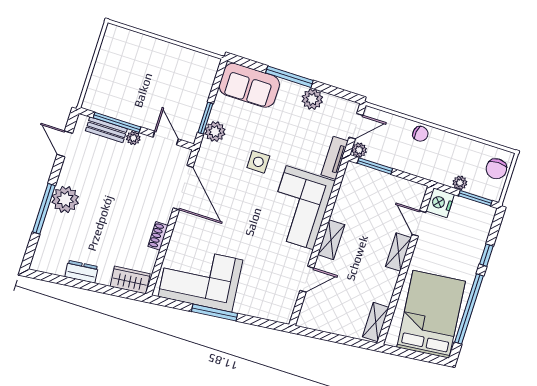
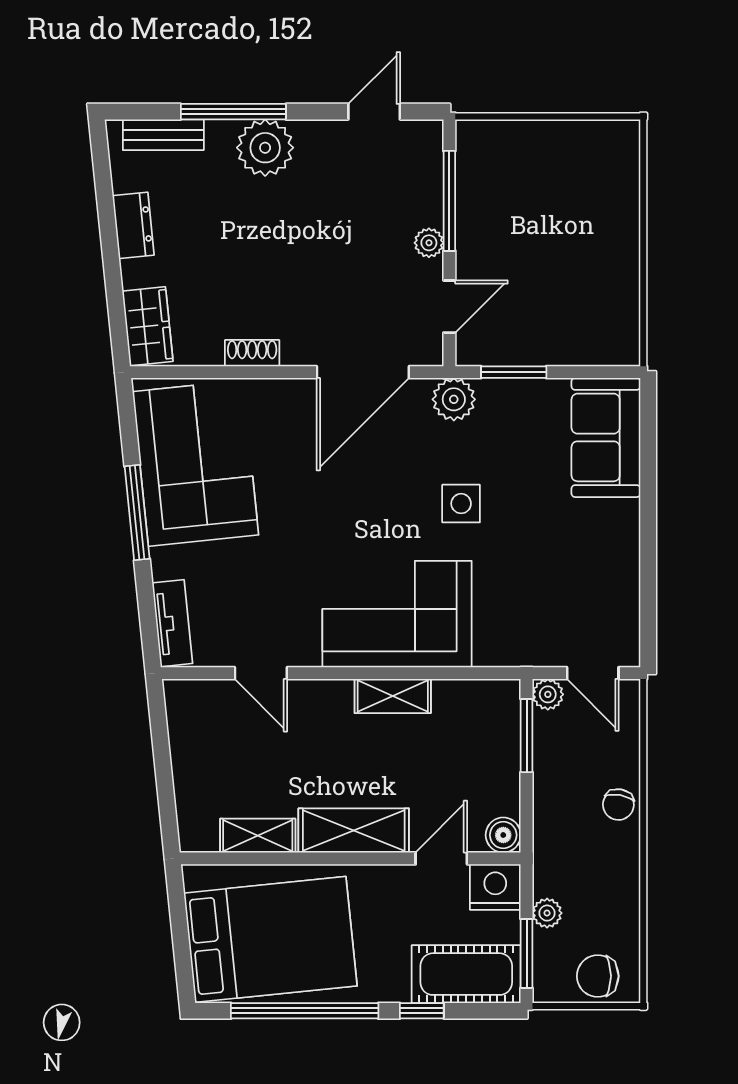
window: (289, 77) -> (648, 511), removed
plant: (312, 99) -> (618, 570), removed
bench: (106, 130) -> (163, 135), moved, turned 90
plant: (215, 132) -> (454, 399), moved
tv unit: (335, 158) -> (172, 623), moved, turned 84
boiler: (417, 191) -> (503, 835), added
cot: (476, 229) -> (466, 974), added
shelving: (331, 240) -> (393, 696), moved
shelving: (398, 252) -> (354, 830), width x1.50, depth x1.33
shelving: (376, 322) -> (258, 836), moved

